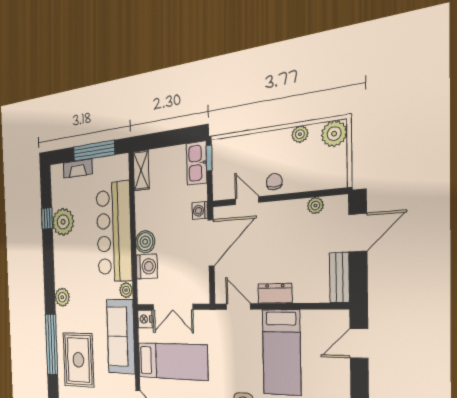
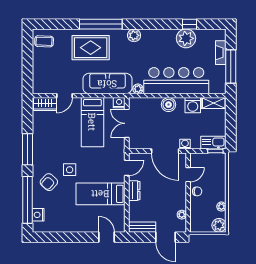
washing machine: (147, 266) -> (193, 105), moved

